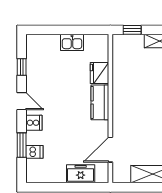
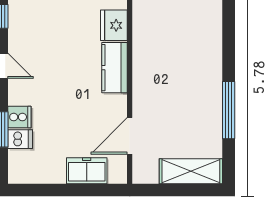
cooker: (34, 123) -> (19, 117), moved

